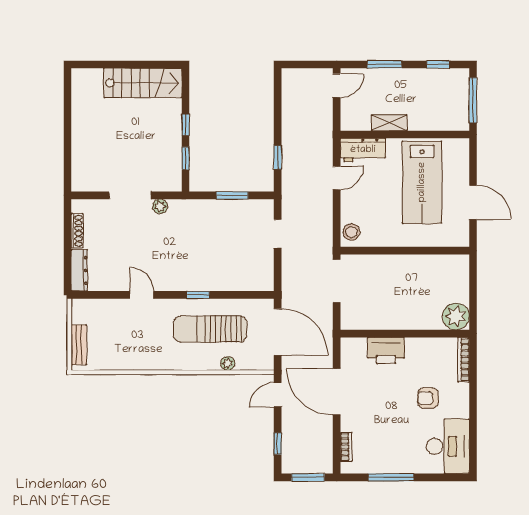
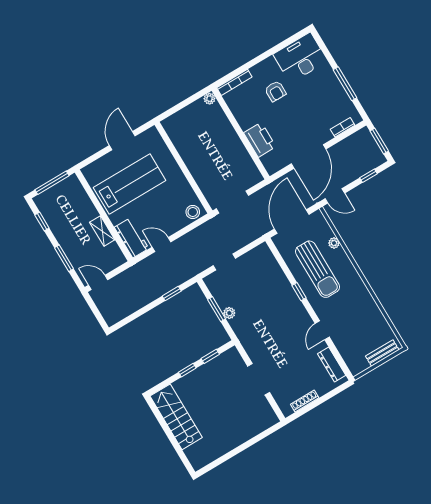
plant: (160, 206) -> (229, 313), moved
dresser: (79, 270) -> (332, 365), moved, turned -90
plant: (456, 316) -> (209, 99), width x0.53, depth x0.53

